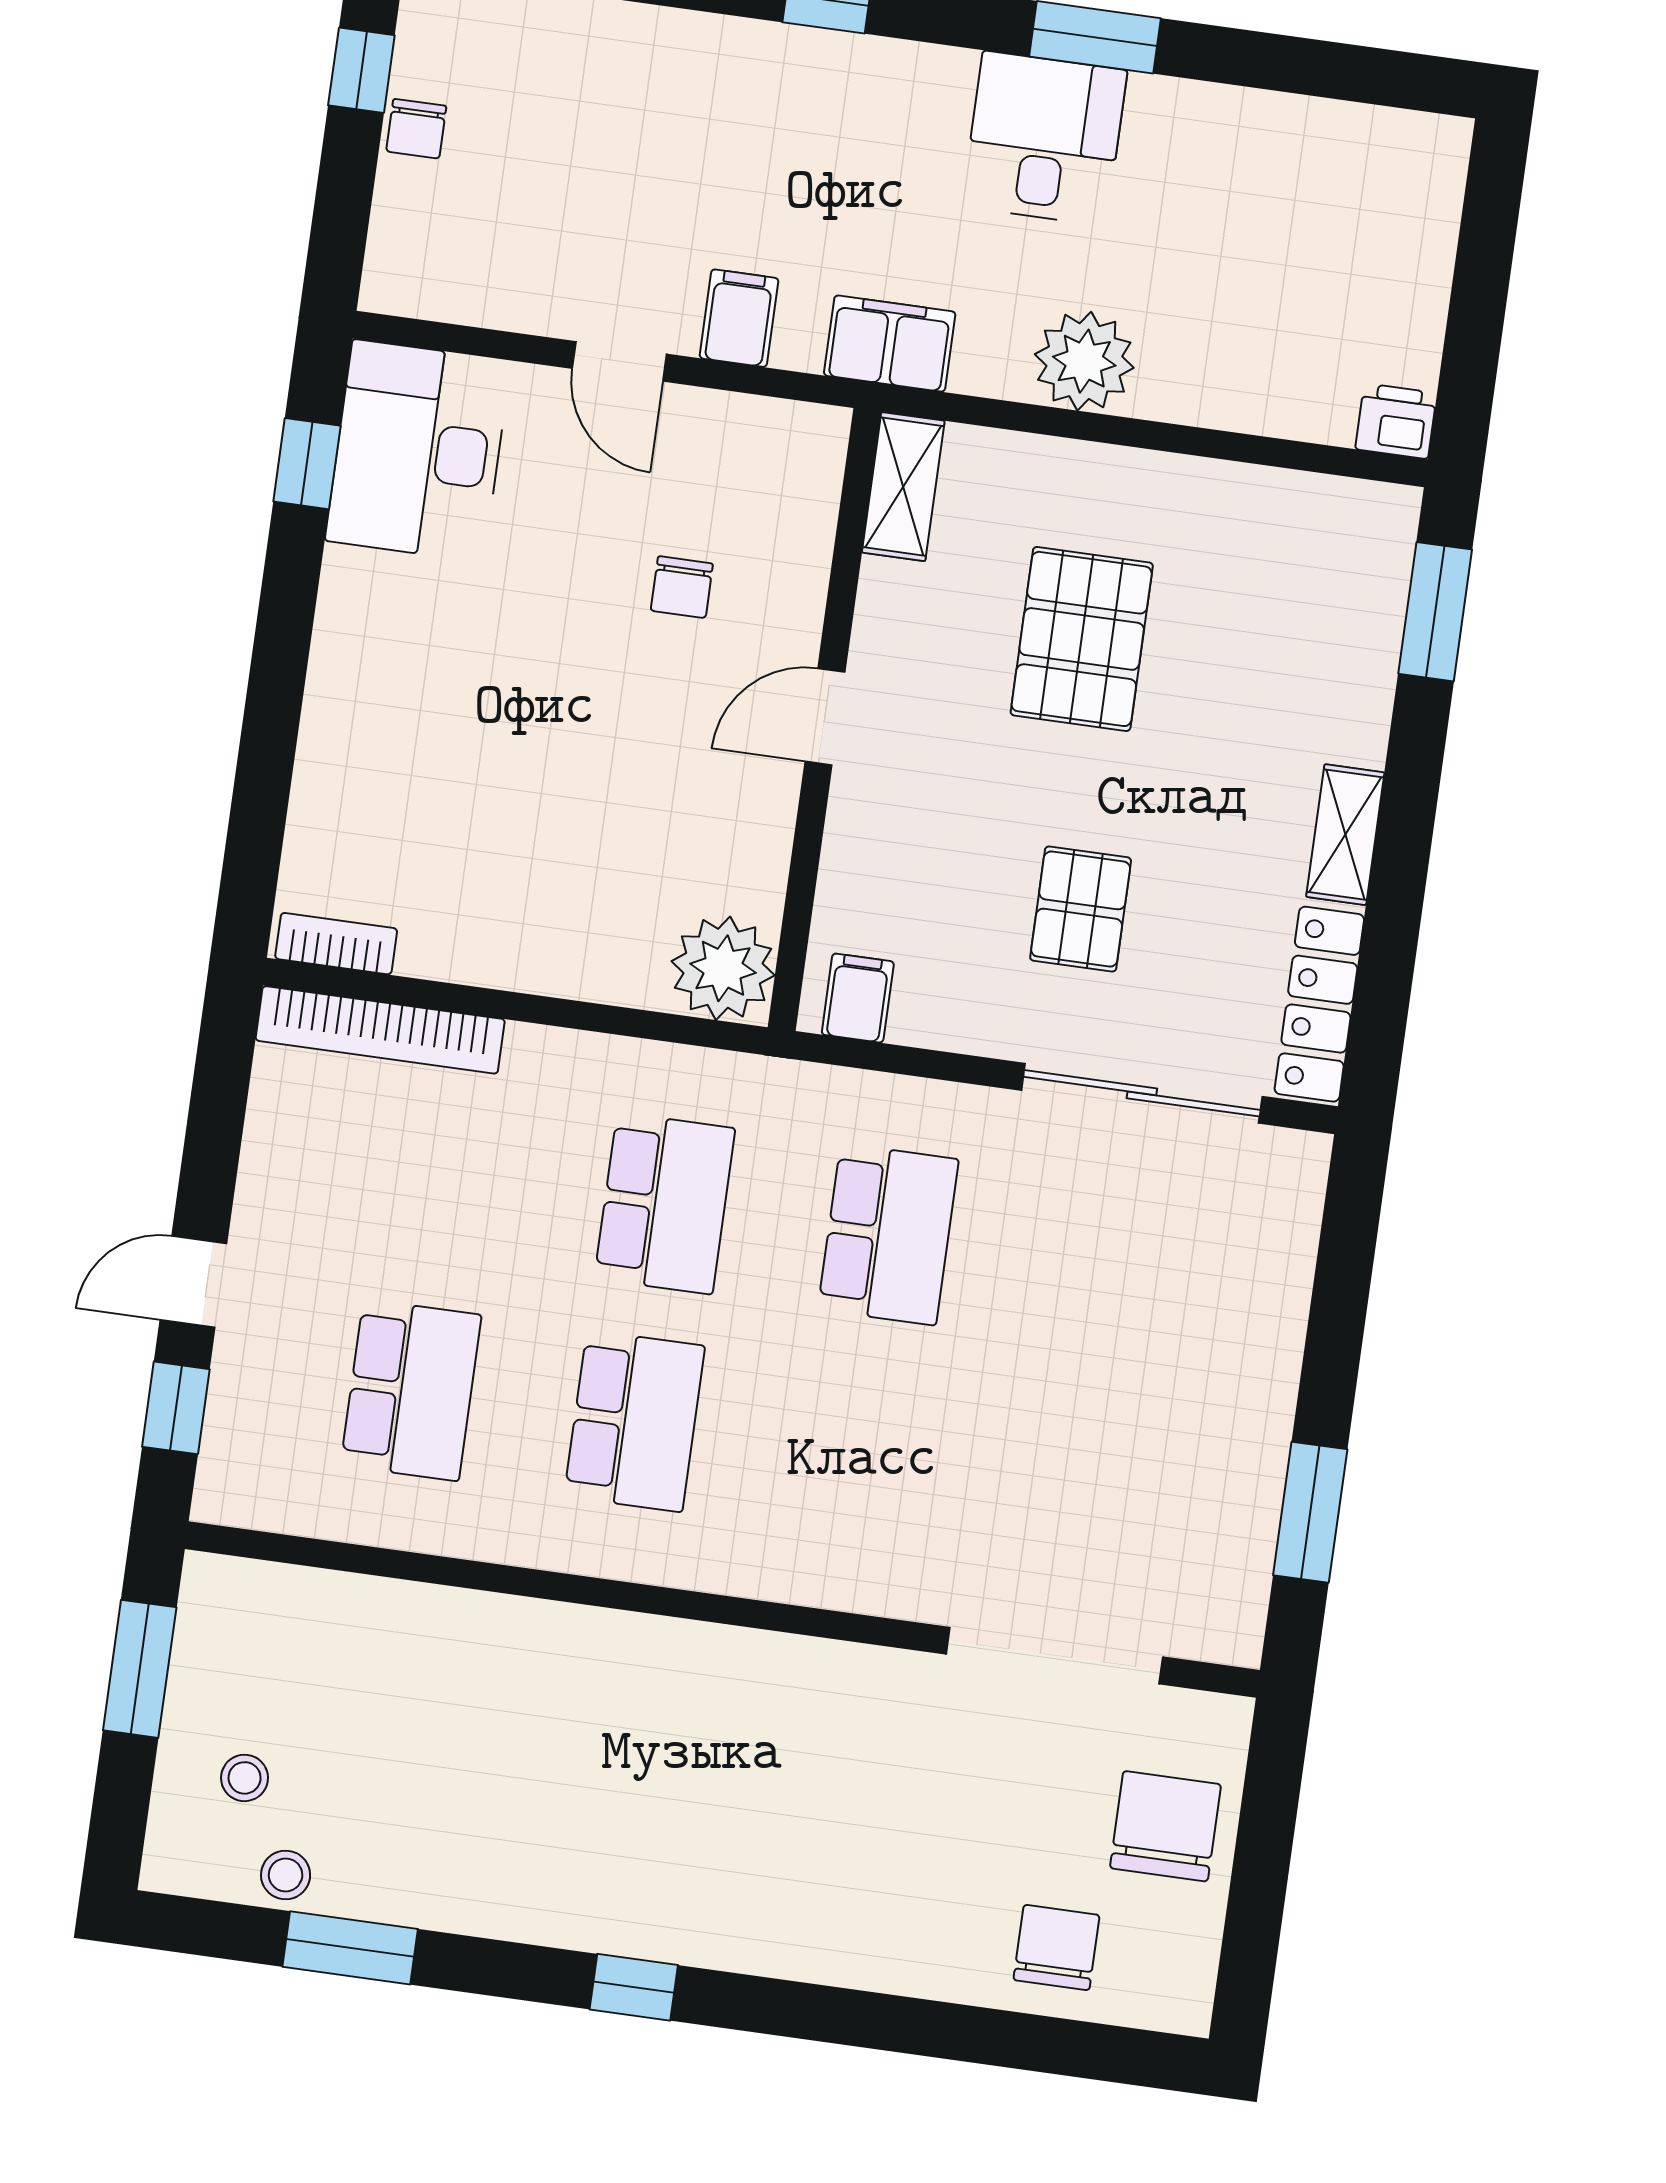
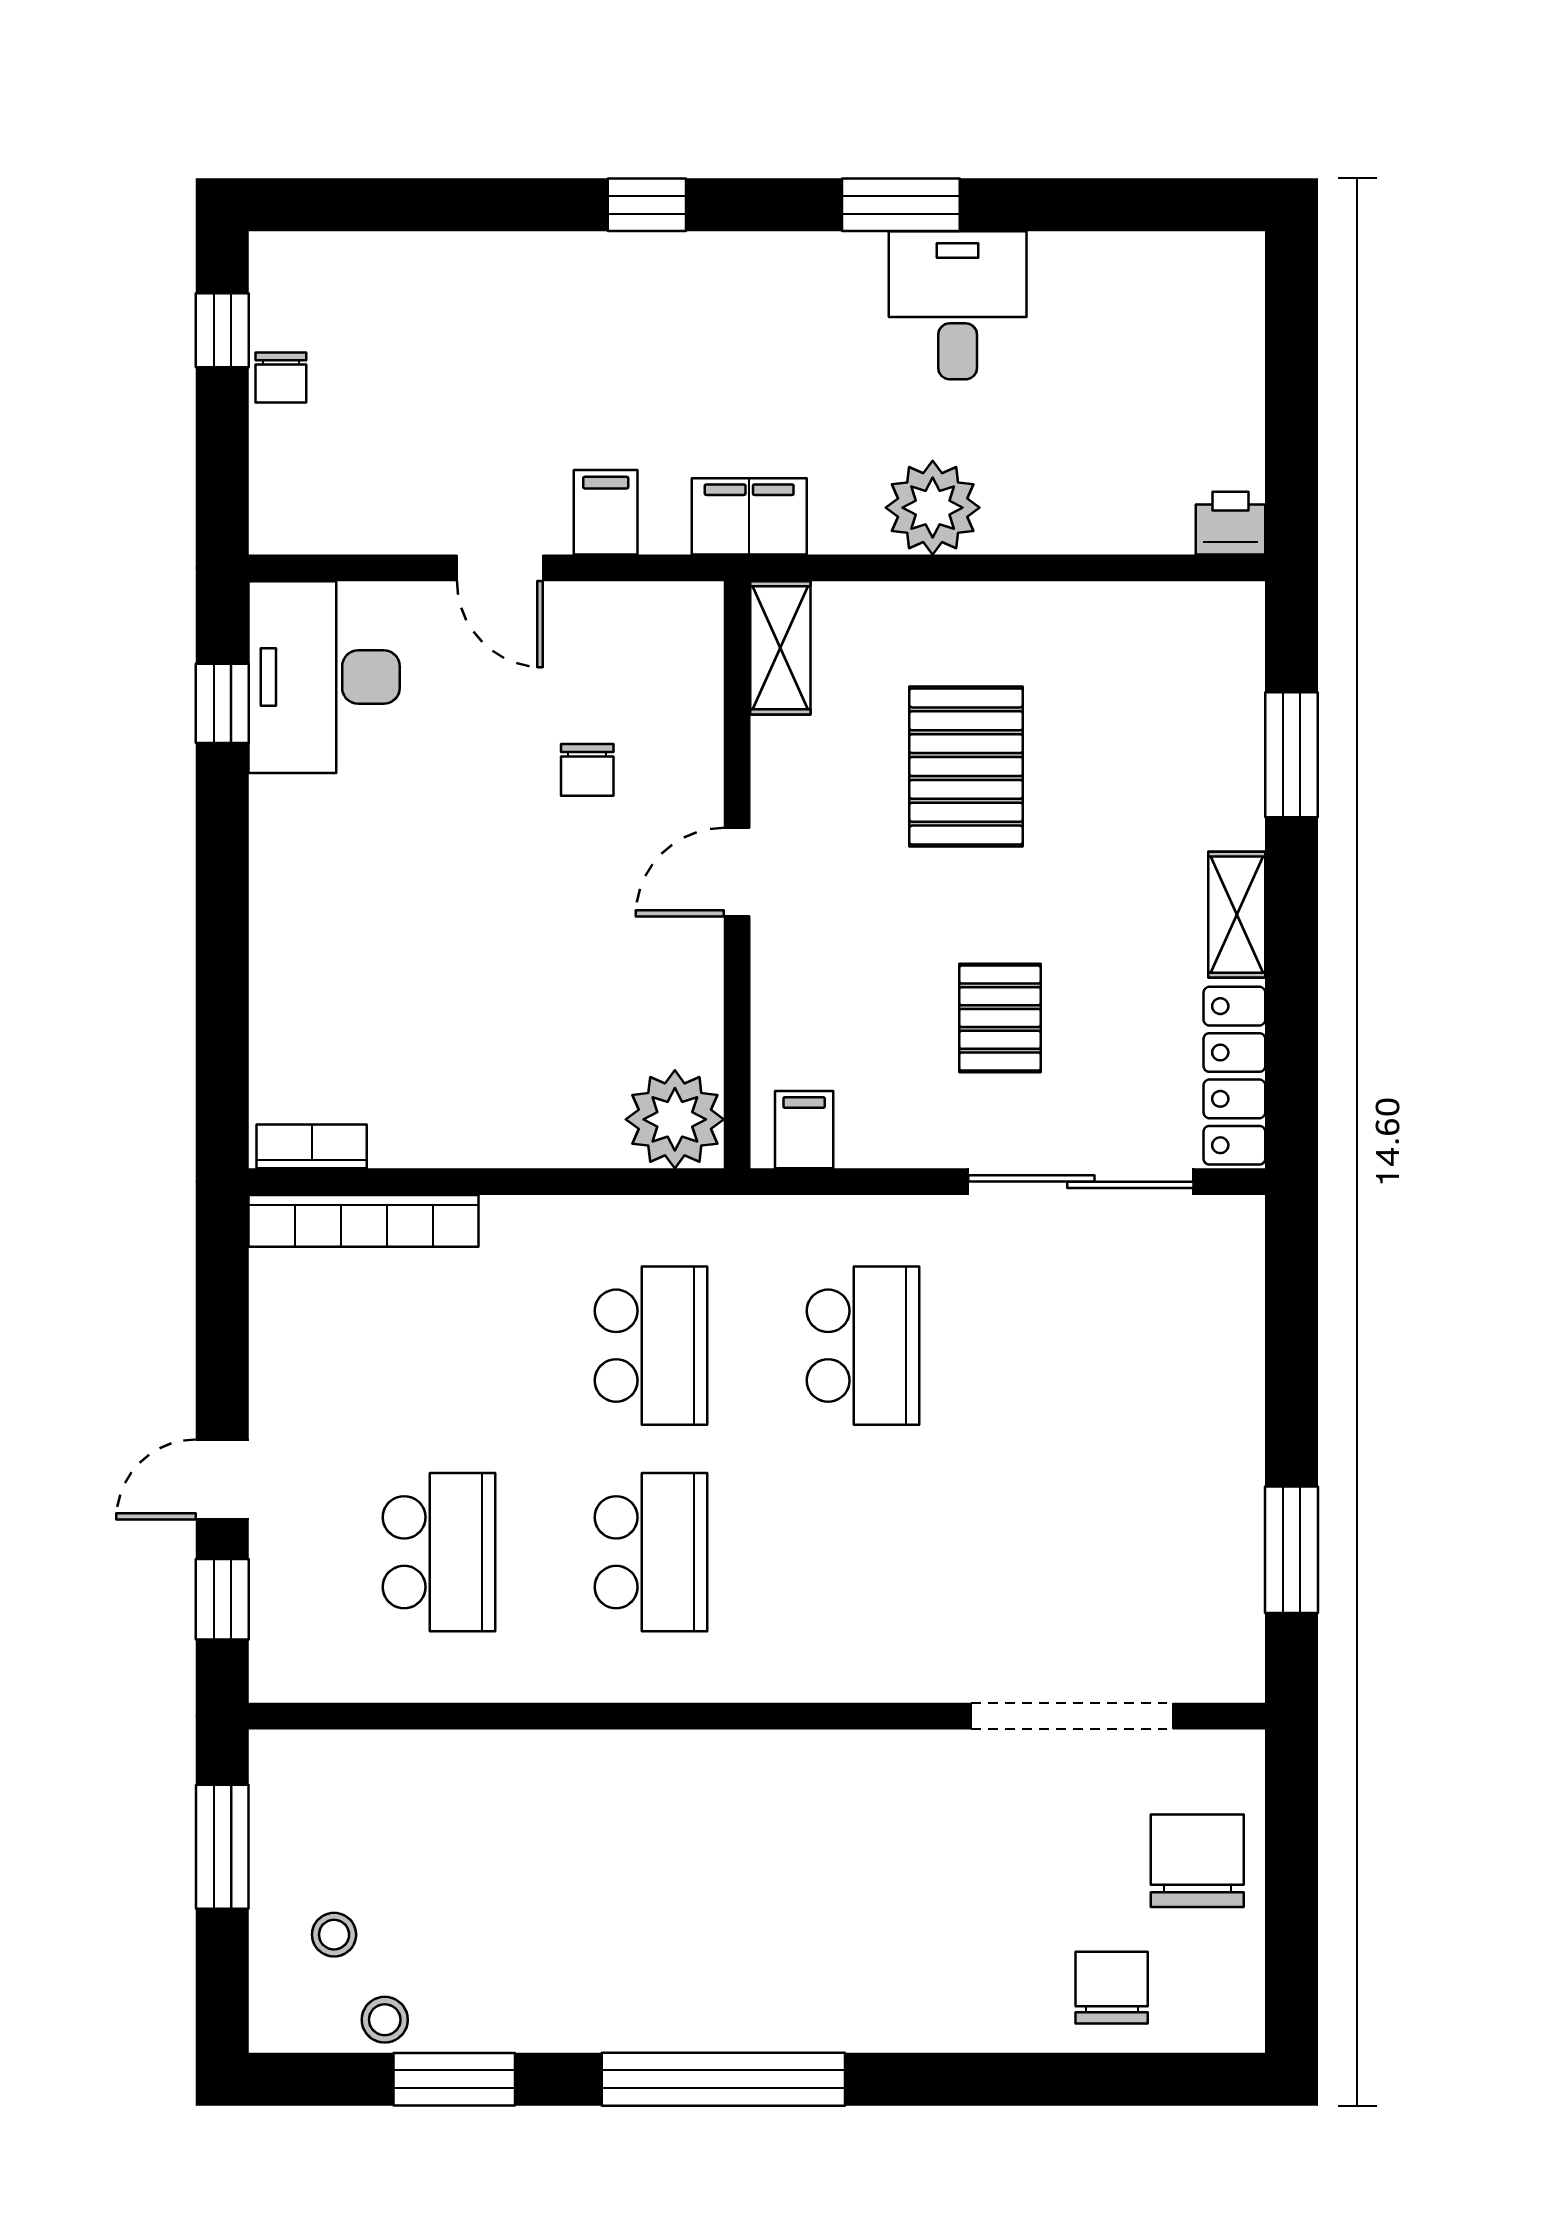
desk: (1044, 138) -> (958, 305), moved
window: (1435, 612) -> (1292, 755), moved
window: (634, 1987) -> (723, 2079), width x3.17

